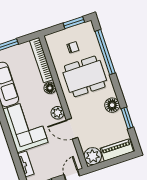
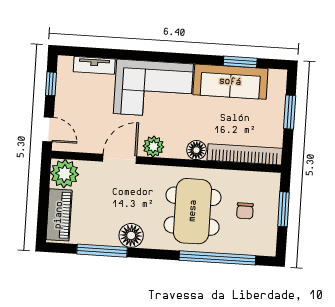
window: (74, 23) -> (283, 209), moved
window: (127, 118) -> (102, 251), width x1.44

